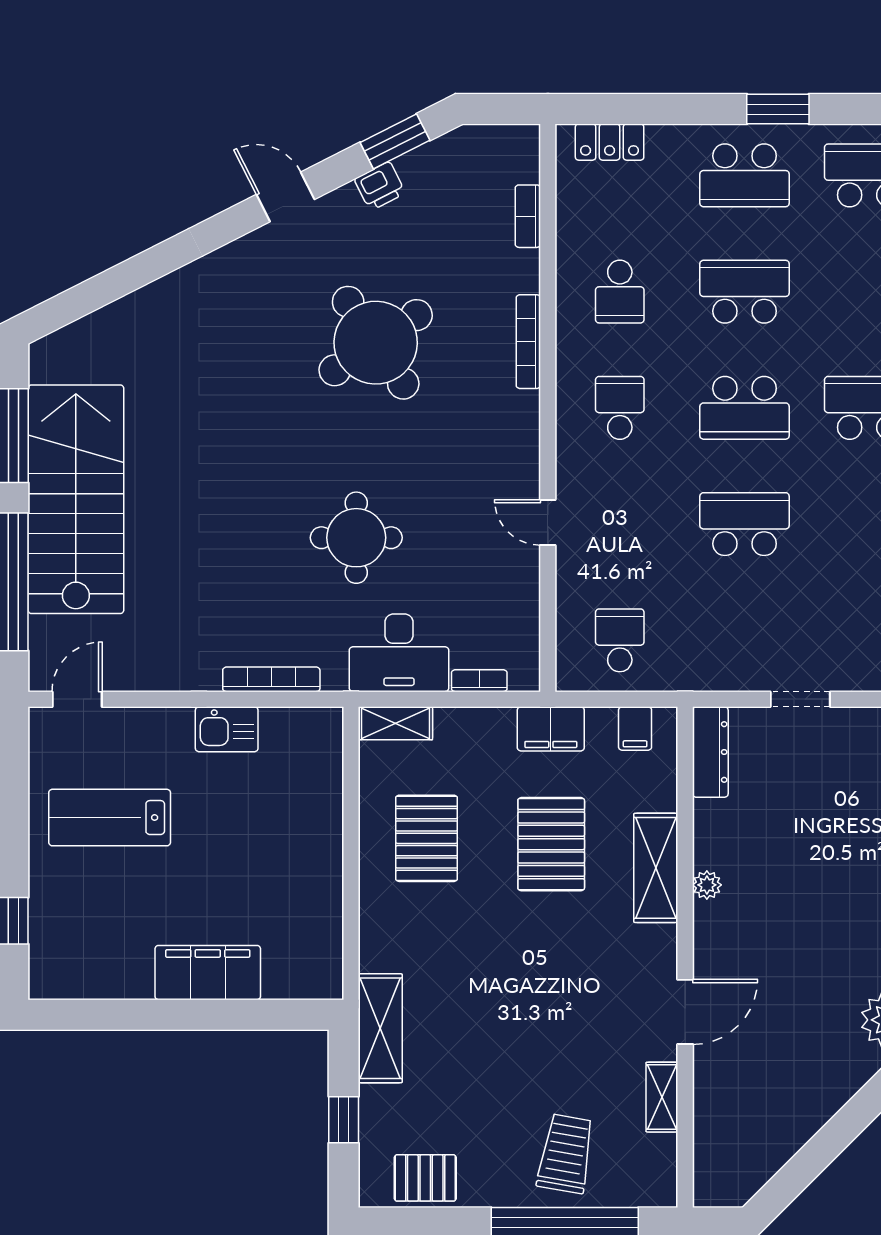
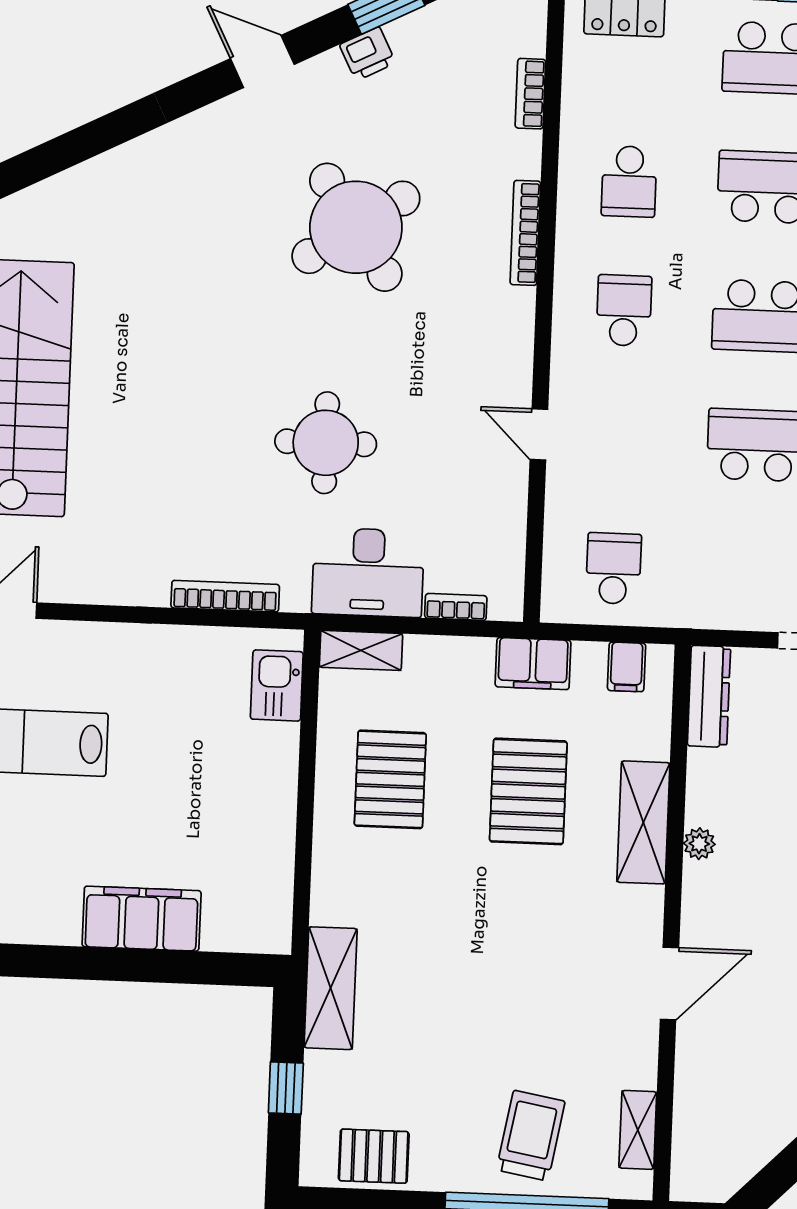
kitchen sink: (227, 729) -> (277, 685), moved, turned 90
shelving: (662, 1097) -> (638, 1130), moved

